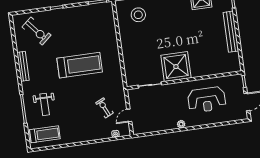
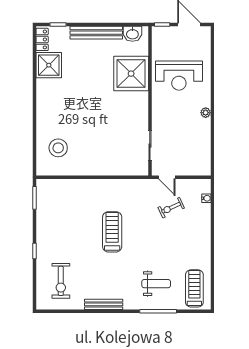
exercise bike: (36, 31) -> (61, 281), turned 130
washbasin: (234, 60) -> (132, 34), added
treadmill: (80, 65) -> (112, 232), width x0.73, depth x0.73
shower: (176, 67) -> (131, 74), moved
reception desk: (207, 100) -> (179, 76), turned 90
door: (129, 115) -> (167, 177), moved

